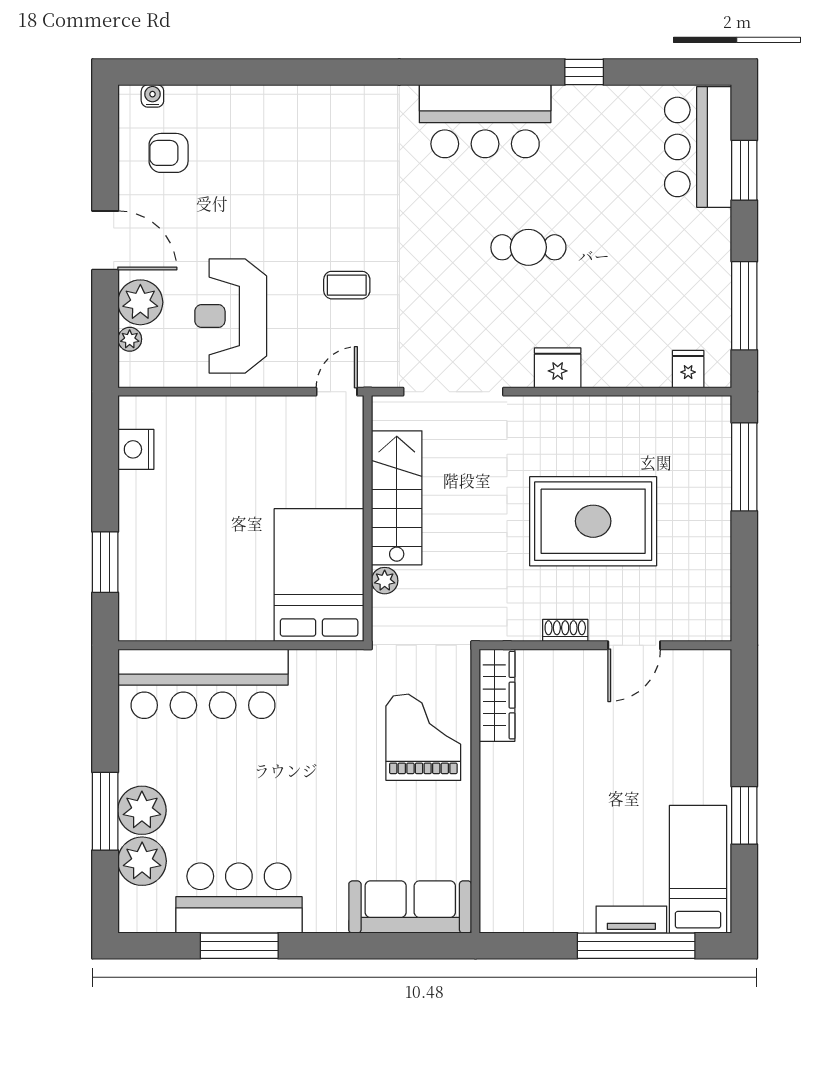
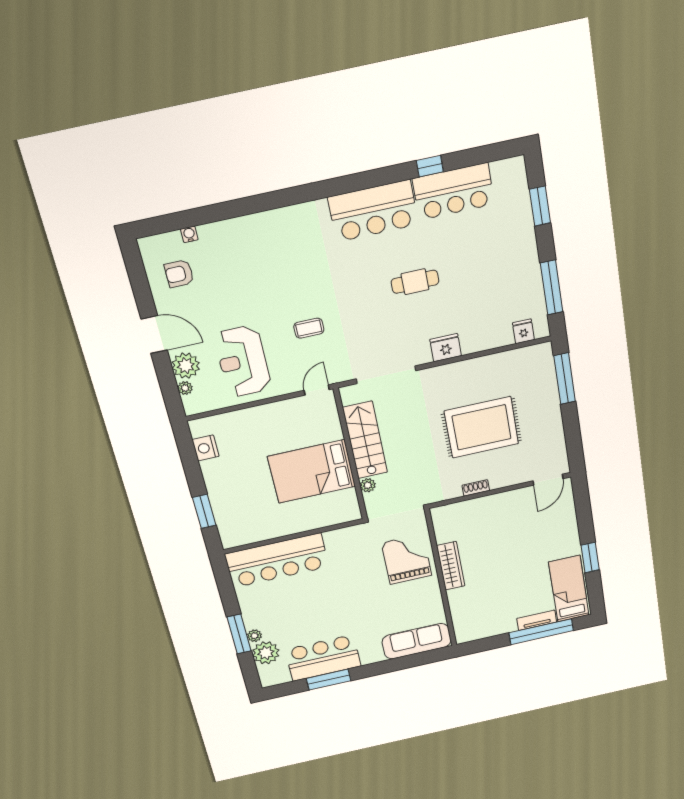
water cooler: (152, 96) -> (189, 234), moved
bar counter: (698, 147) -> (454, 191), moved, turned -90
bed: (319, 575) -> (312, 471), moved, turned -90
door: (634, 645) -> (548, 480), moved
wardrobe: (497, 695) -> (451, 566), moved
plant: (142, 810) -> (254, 636), width x0.53, depth x0.53

